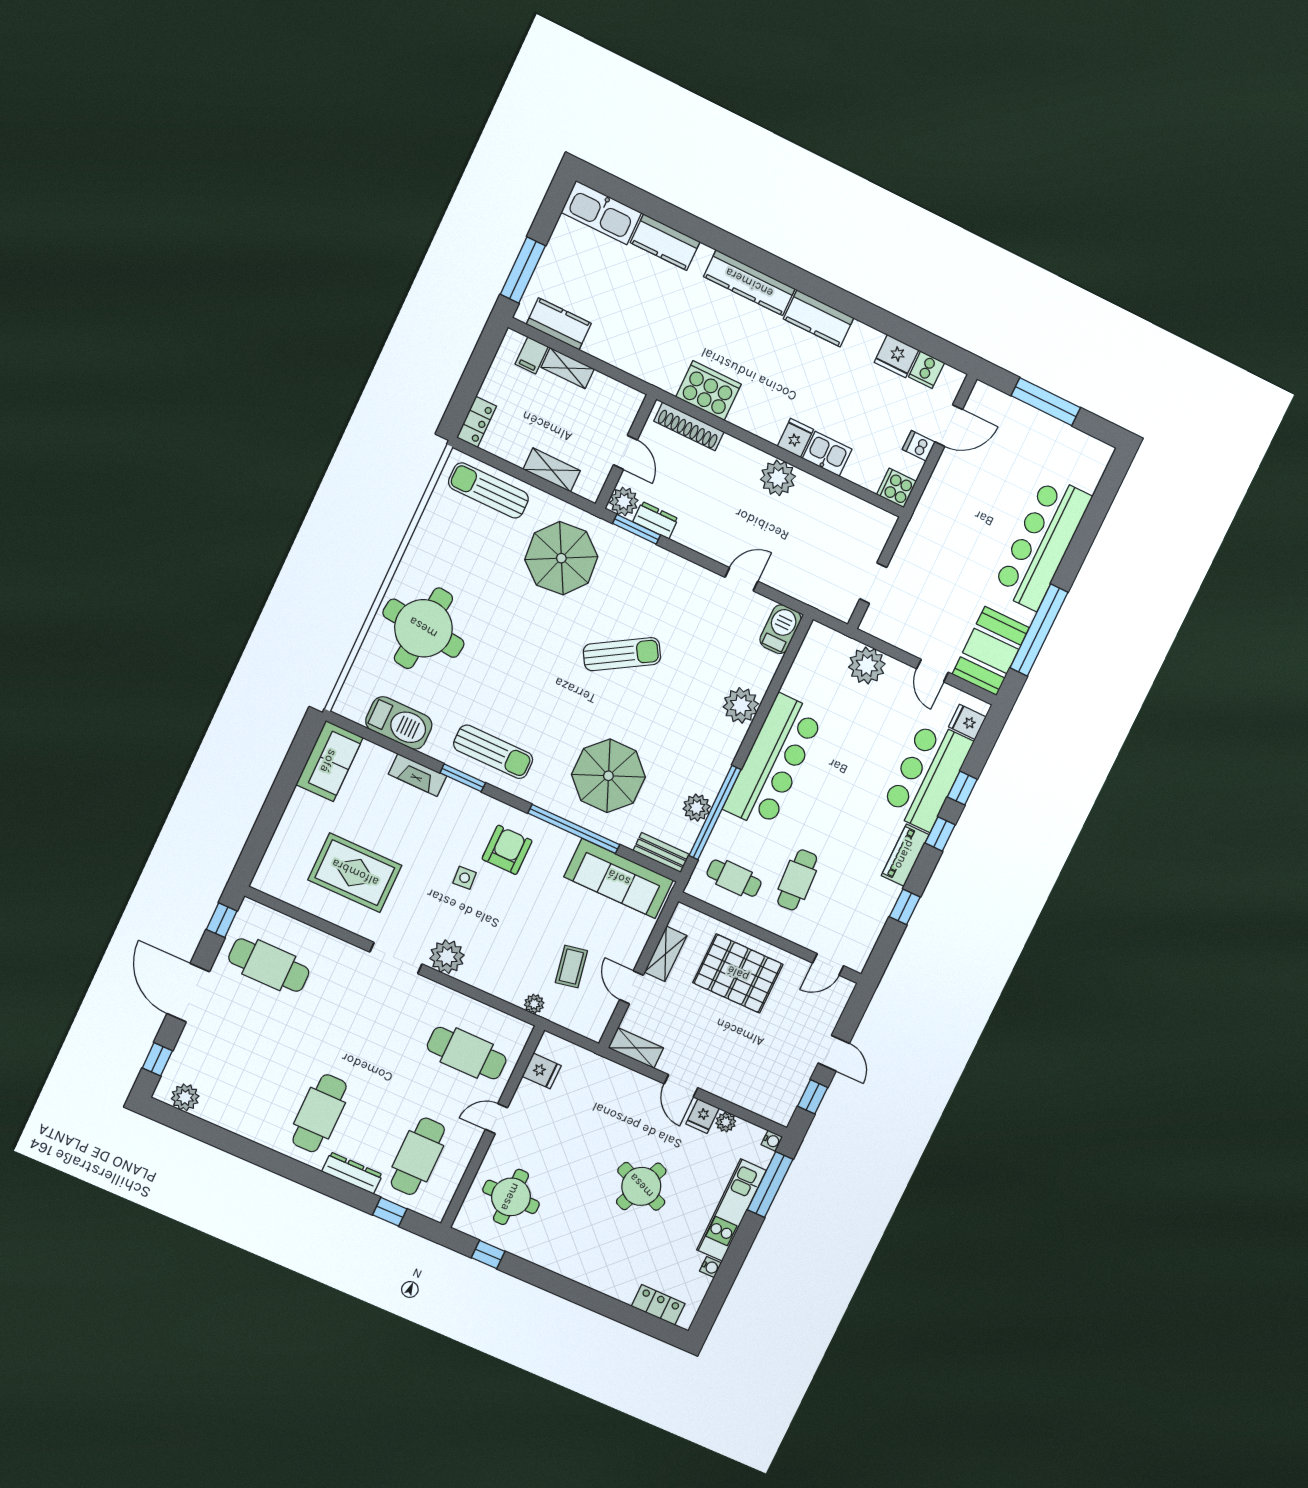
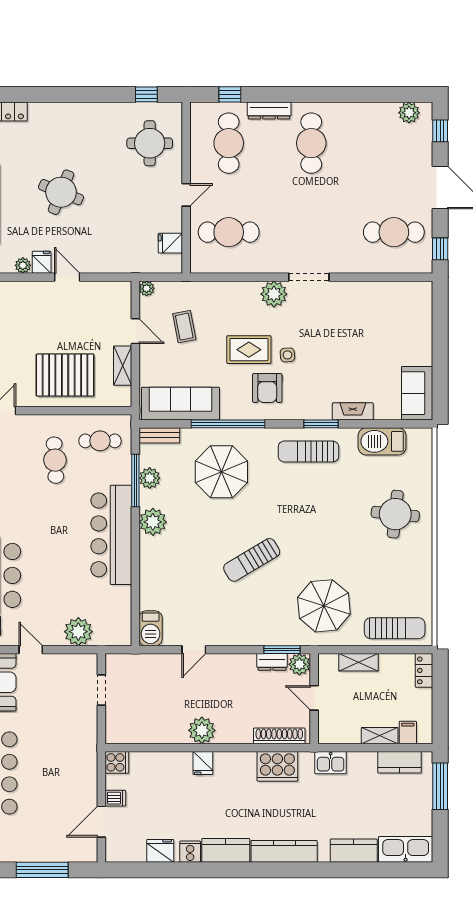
cooker: (926, 370) -> (190, 852), moved
kitchen sink: (827, 454) -> (331, 763), moved
round table: (423, 628) -> (395, 514), width x0.73, depth x0.73
plant: (741, 705) -> (153, 522), moved
window: (715, 813) -> (135, 481), width x0.68
rug: (355, 873) -> (249, 350), moved, width x0.73, depth x0.70
plant: (534, 1004) -> (147, 288), moved
shelving: (636, 1048) -> (112, 290), removed

